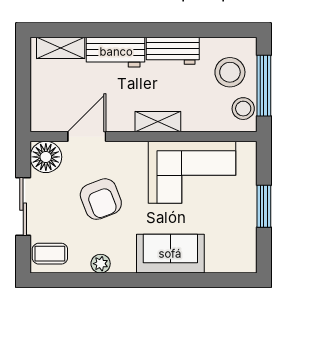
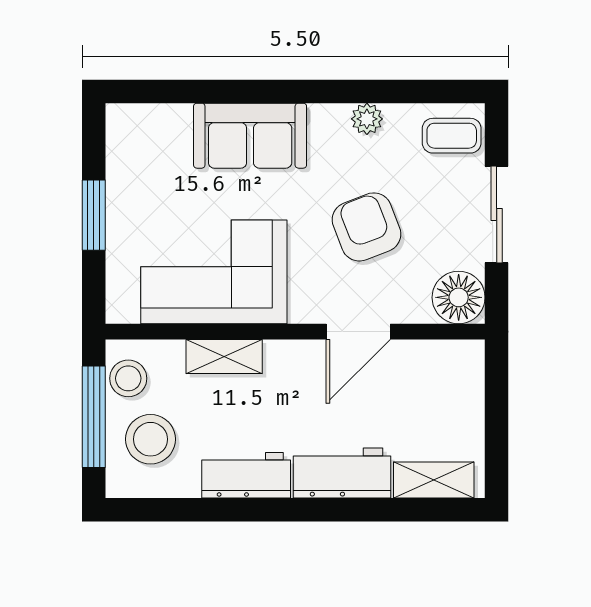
shelving: (158, 122) -> (224, 356), moved
door: (87, 137) -> (358, 332), moved

